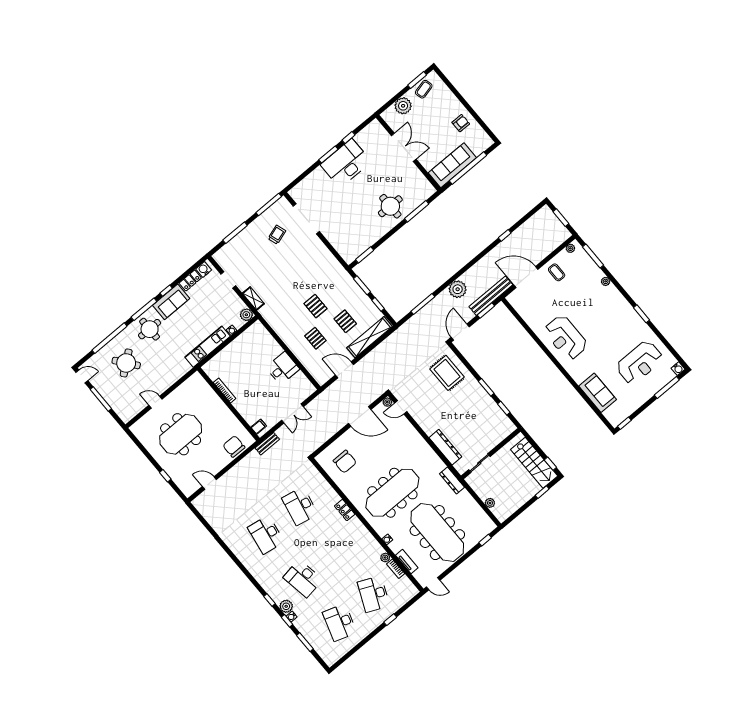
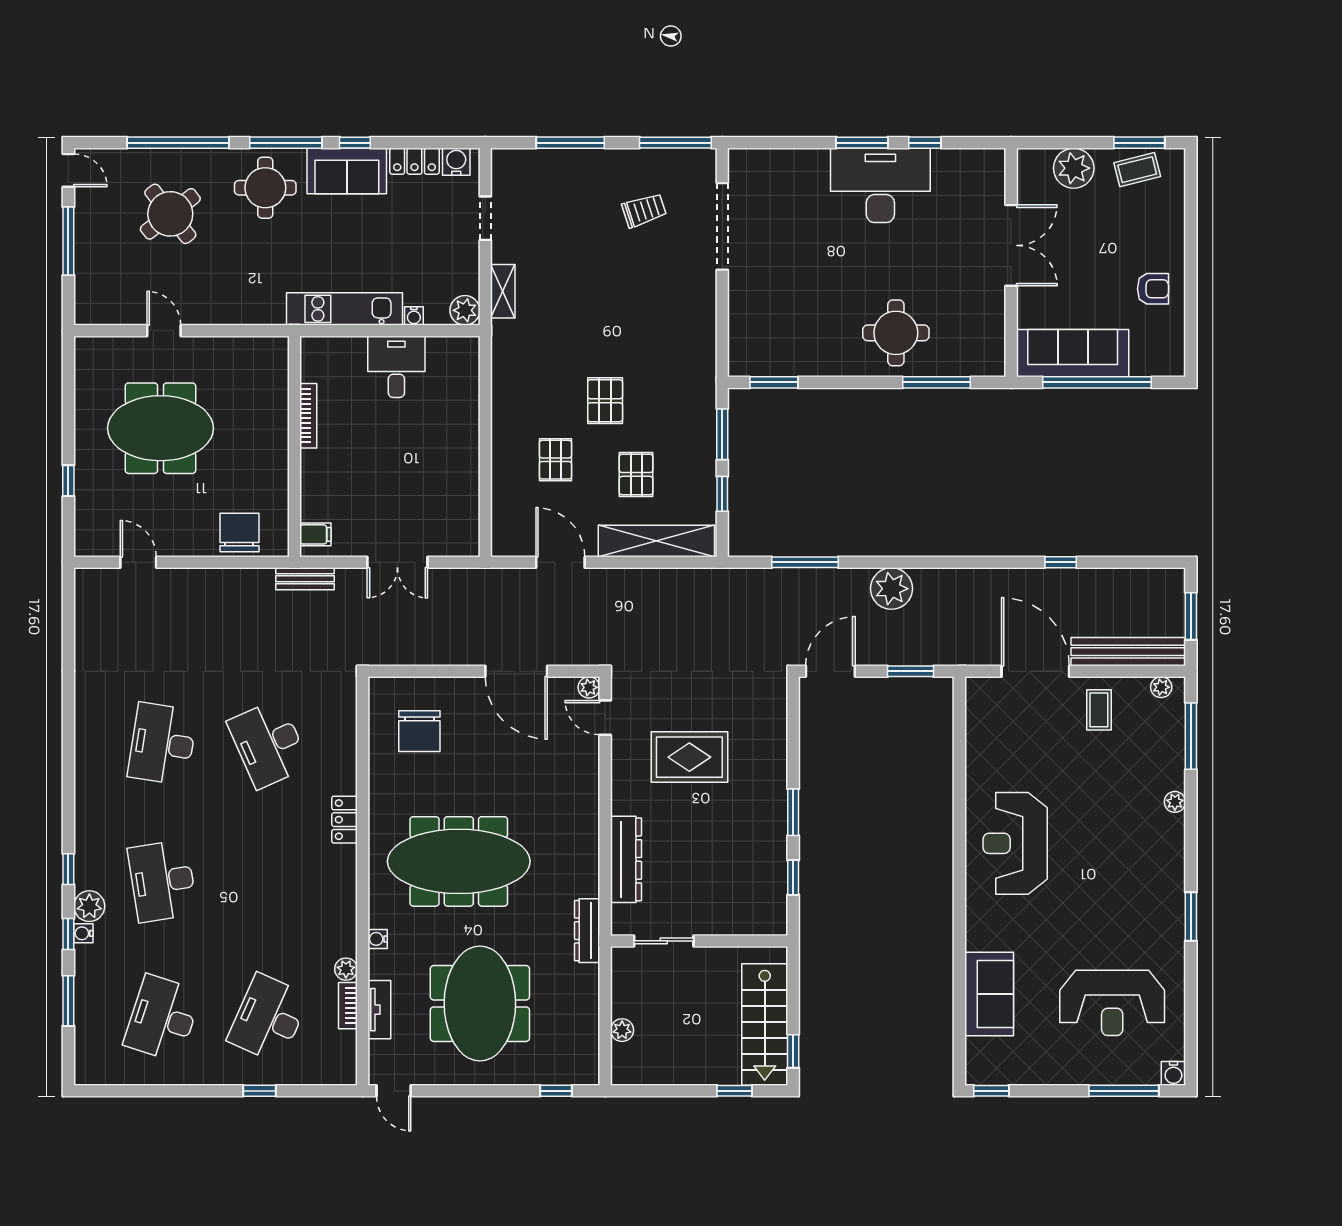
bench: (491, 296) -> (1128, 652), moved
desk: (283, 368) -> (396, 367), moved, turned -90
rug: (447, 373) -> (689, 757), moved, turned 90
desk: (300, 506) -> (269, 744), turned -36
meeting table: (437, 533) -> (480, 1003), width x0.73

